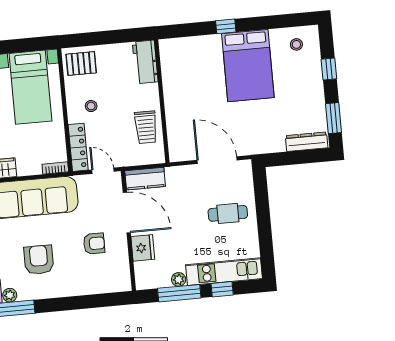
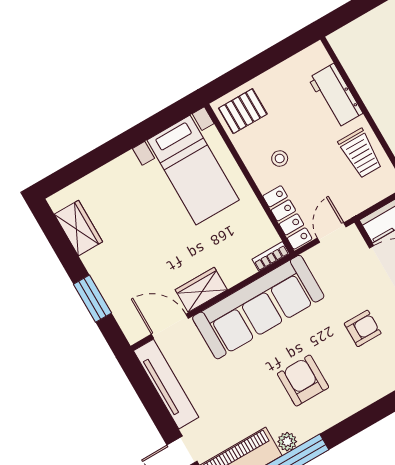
workbench: (145, 62) -> (335, 96), moved
door: (103, 171) -> (332, 232), hinge flipped

